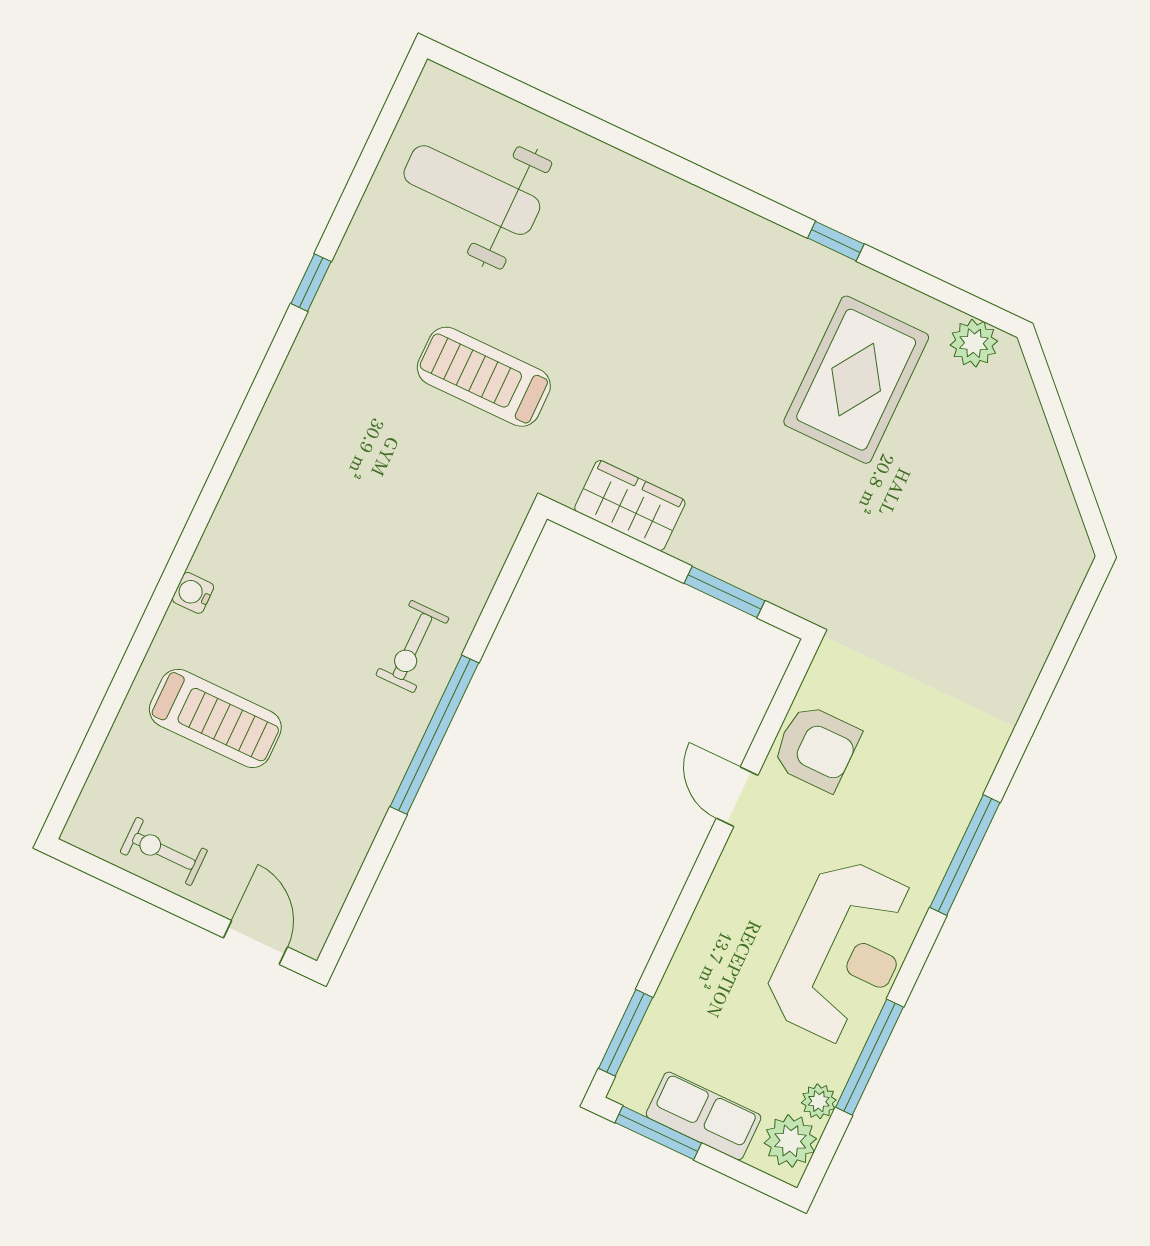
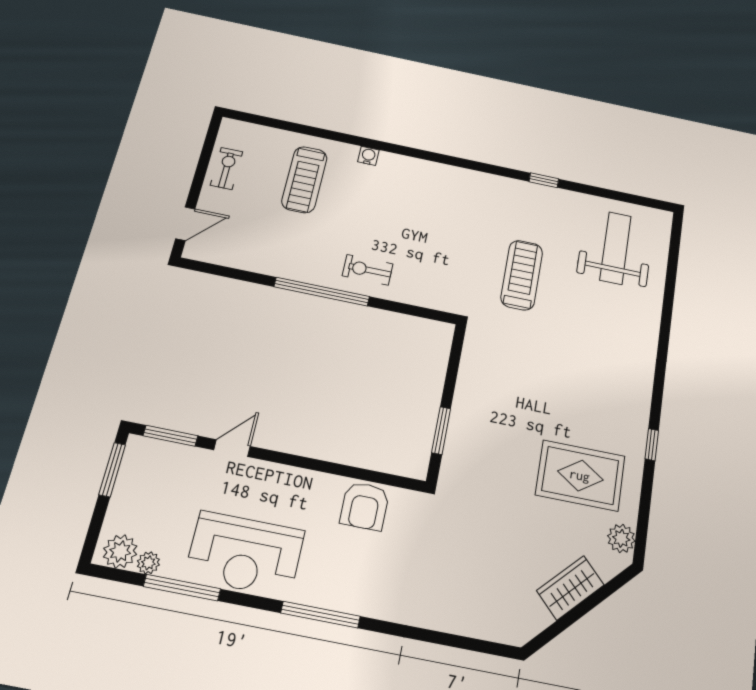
wardrobe: (630, 505) -> (570, 588), moved, turned -135
door: (737, 797) -> (232, 448), moved
row of seats: (704, 1116) -> (127, 494), removed

